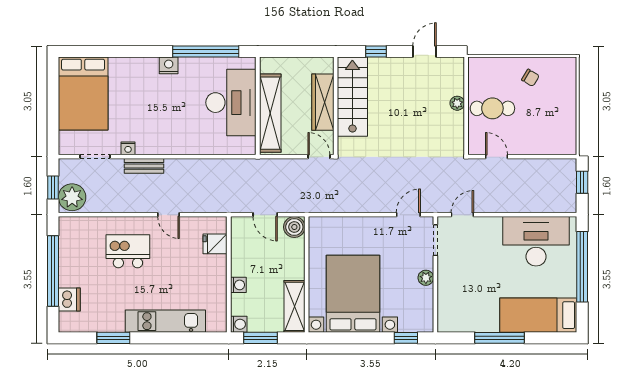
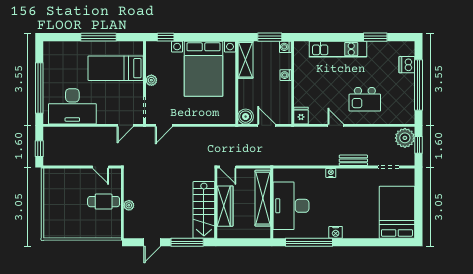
window: (376, 52) -> (187, 242), width x2.17
chair: (530, 78) -> (76, 224), removed
nightstand: (128, 148) -> (331, 173), moved
fridge: (215, 244) -> (301, 116), moved, turned -90
bed: (538, 315) -> (116, 68), moved, turned 180

